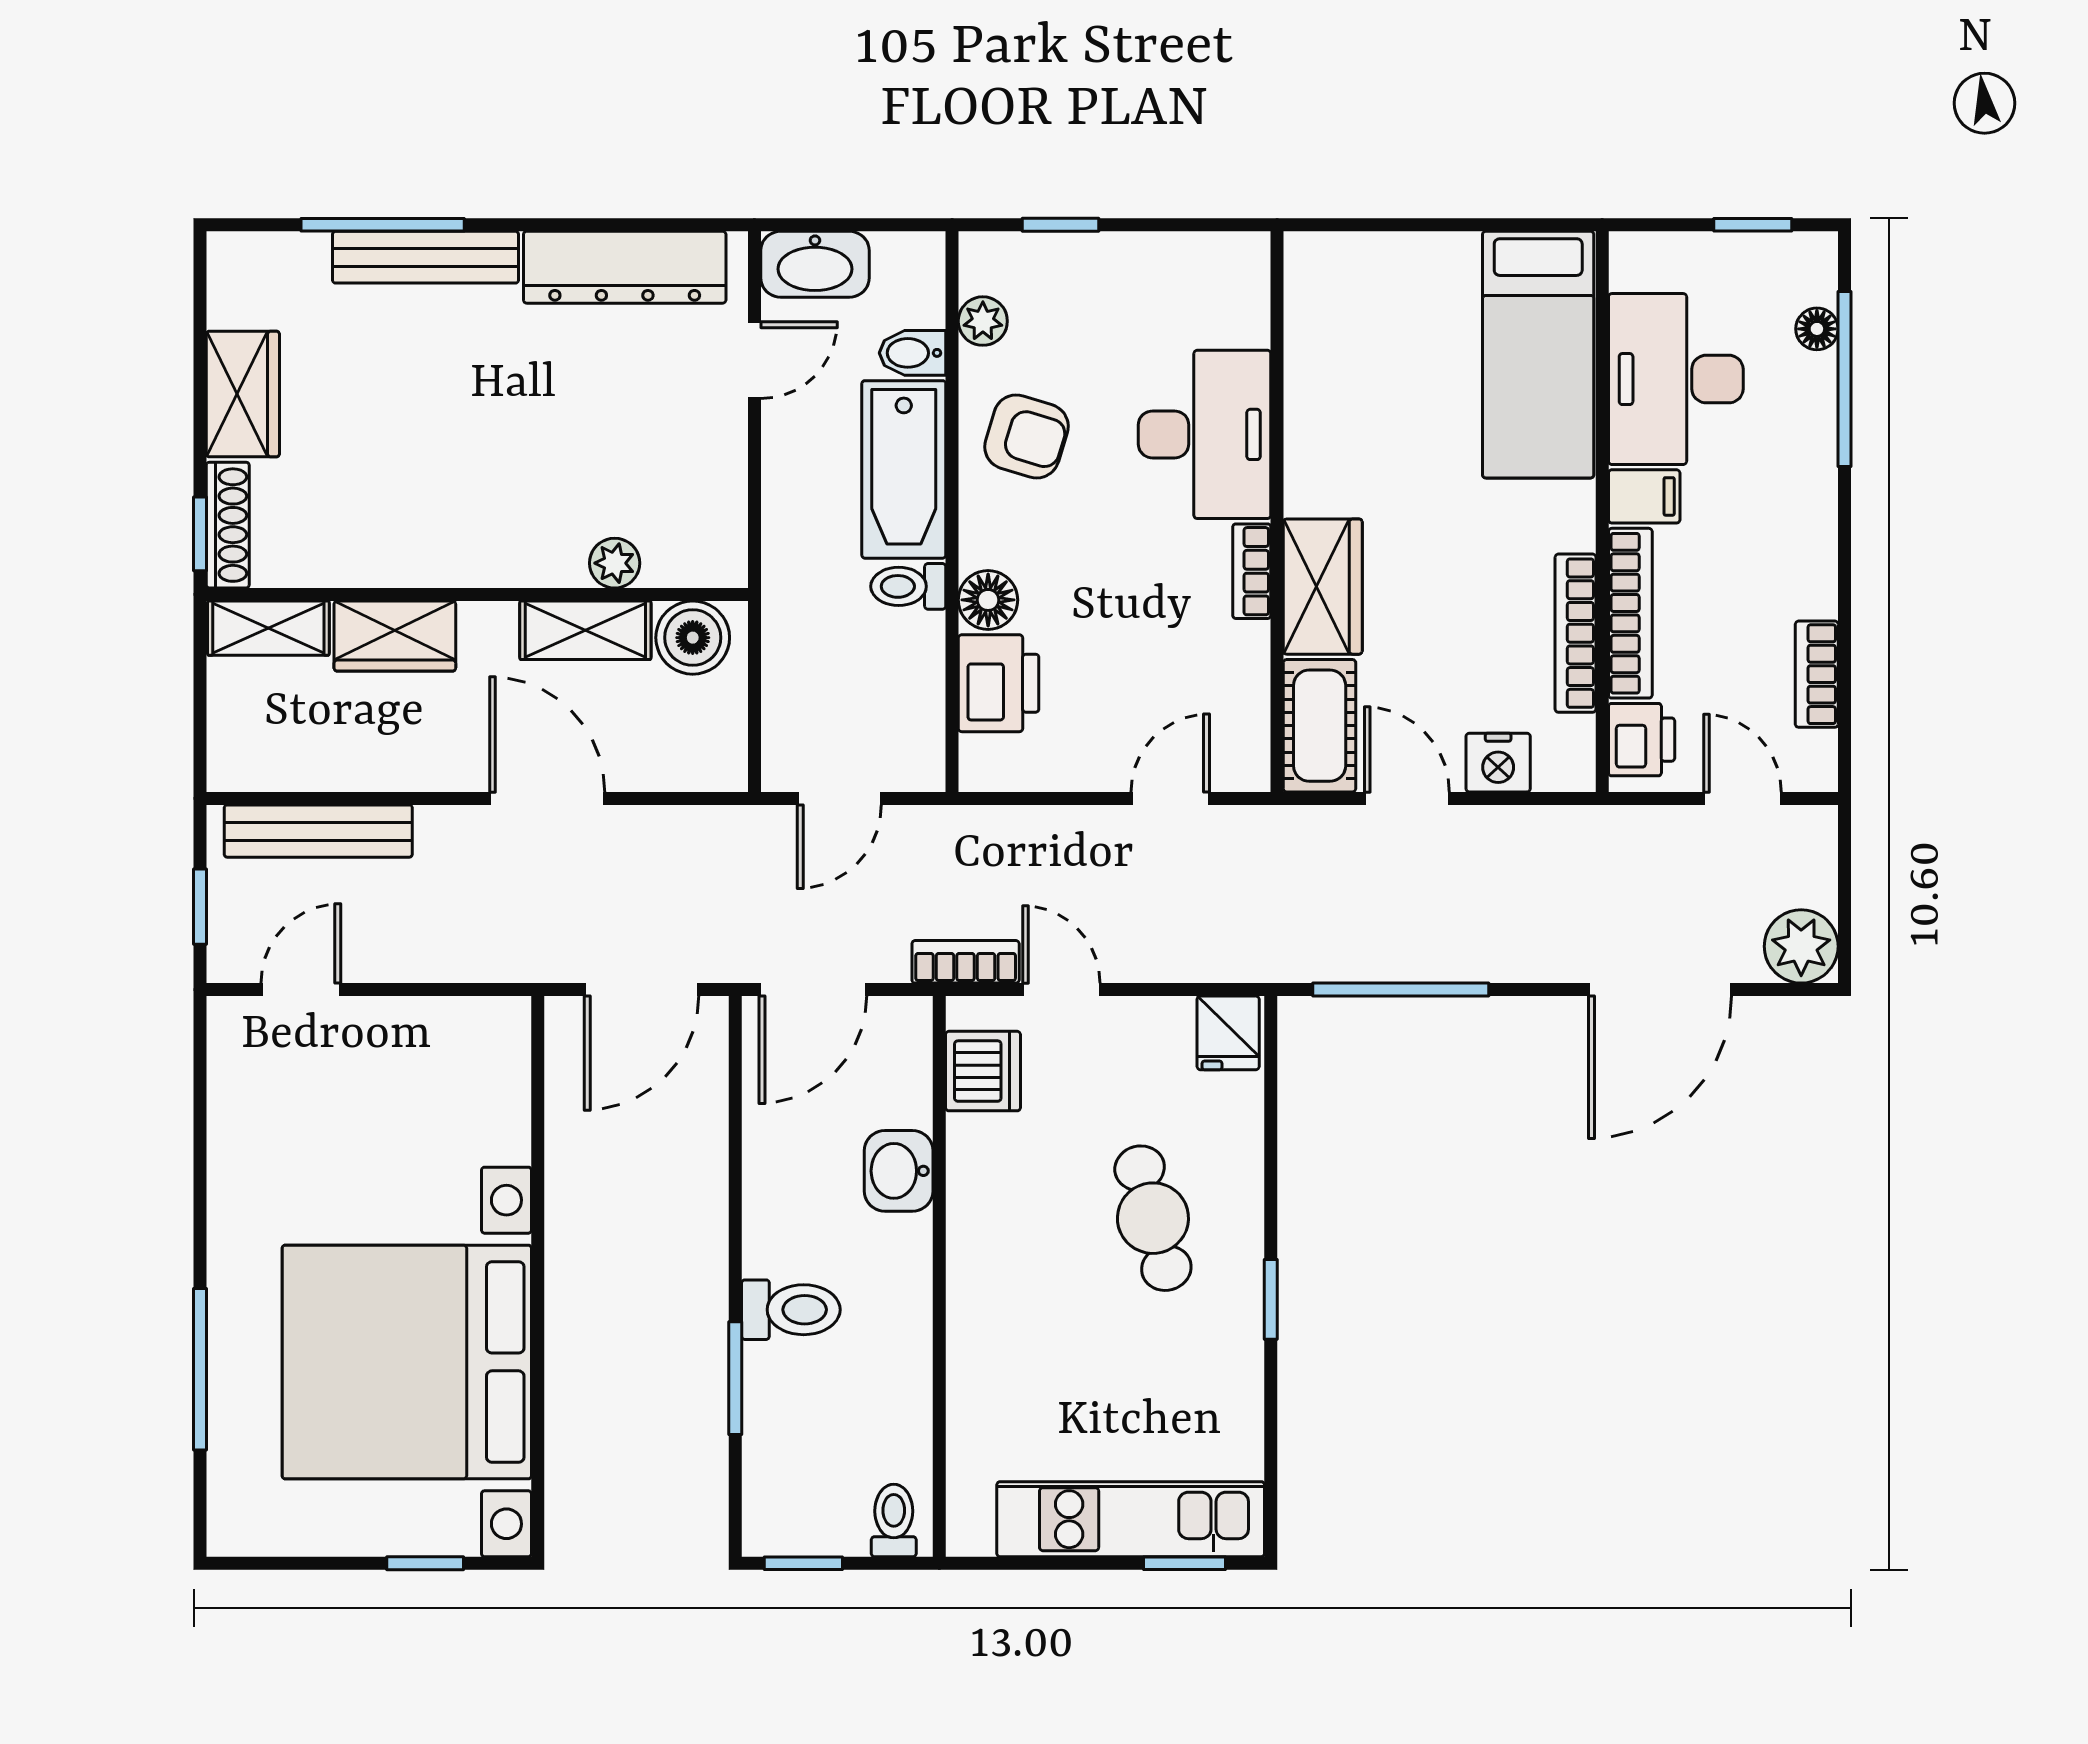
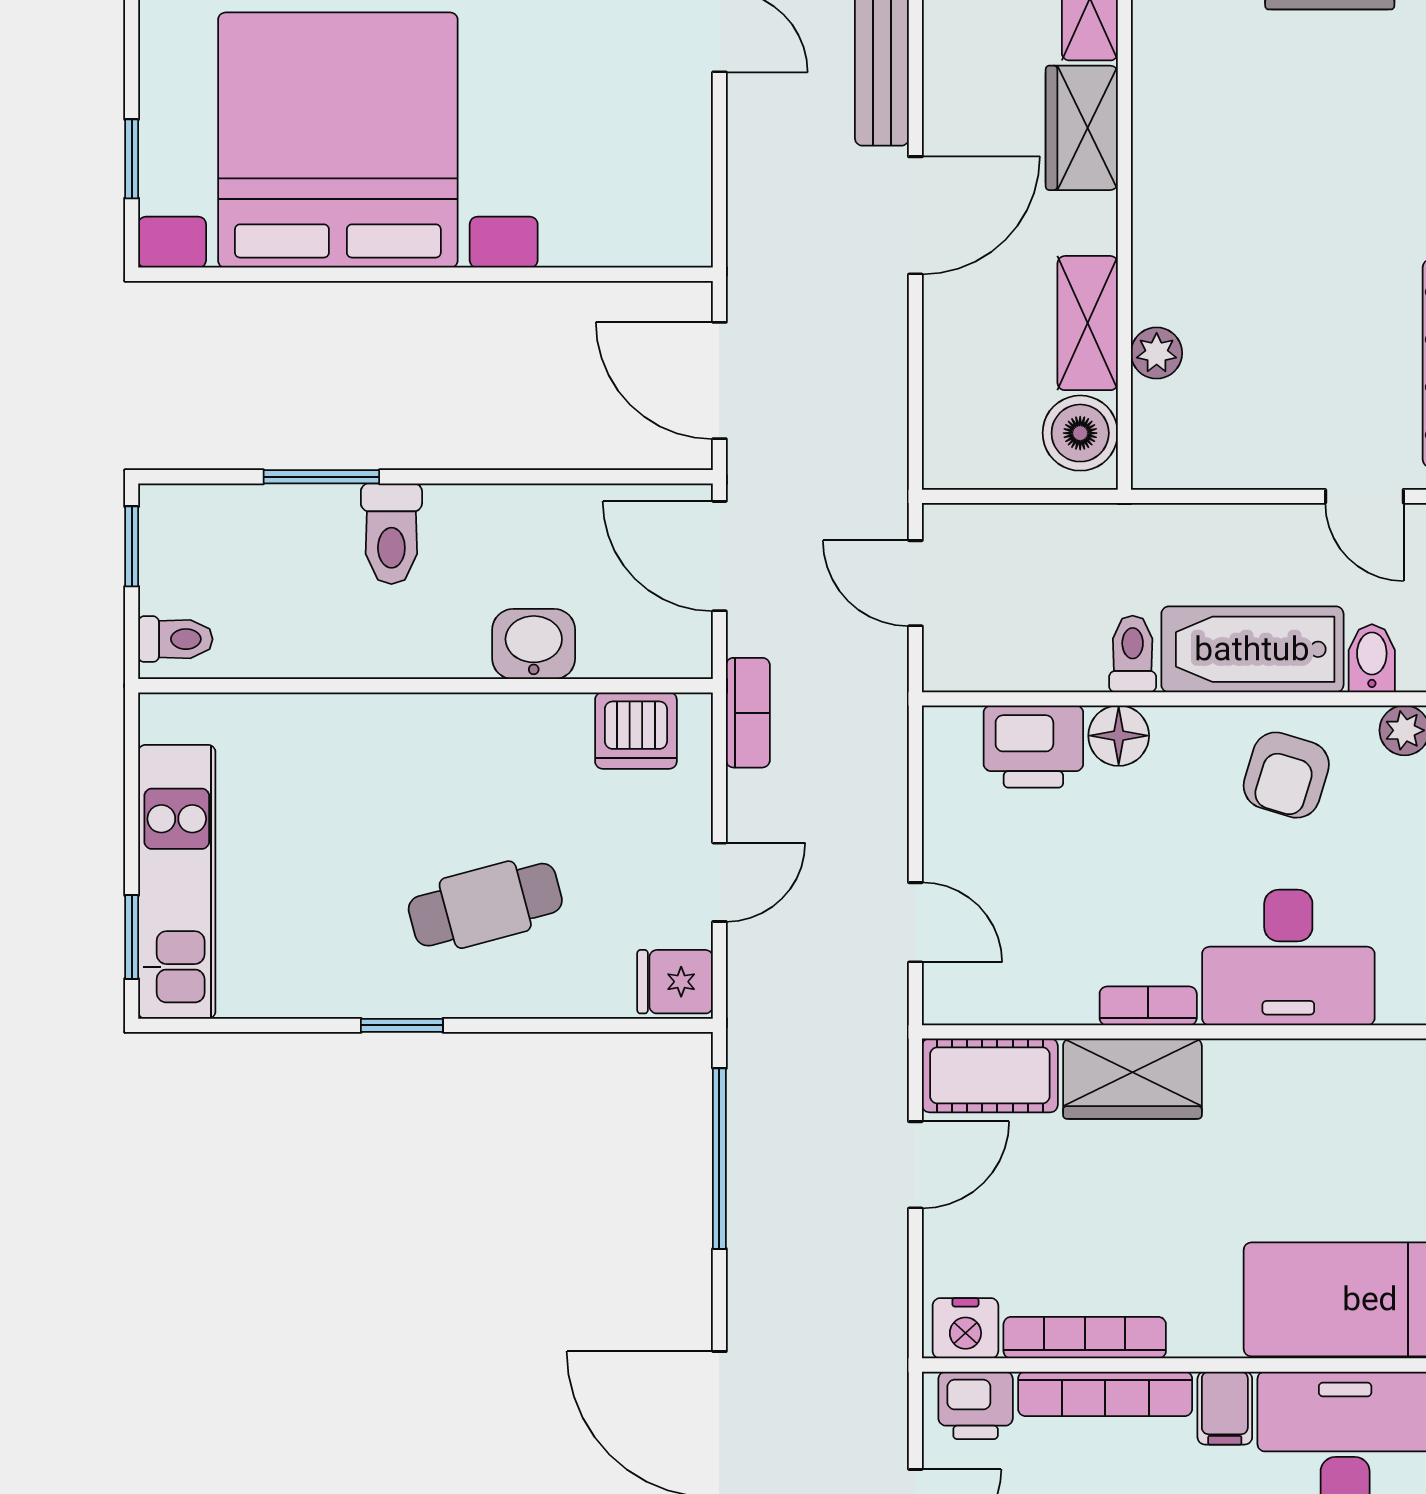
nightstand: (1498, 763) -> (965, 1328), moved, turned -90
door: (547, 798) -> (915, 215), moved
door: (1061, 990) -> (719, 882), moved

